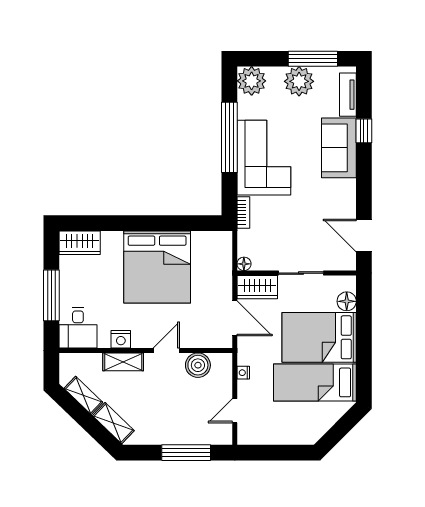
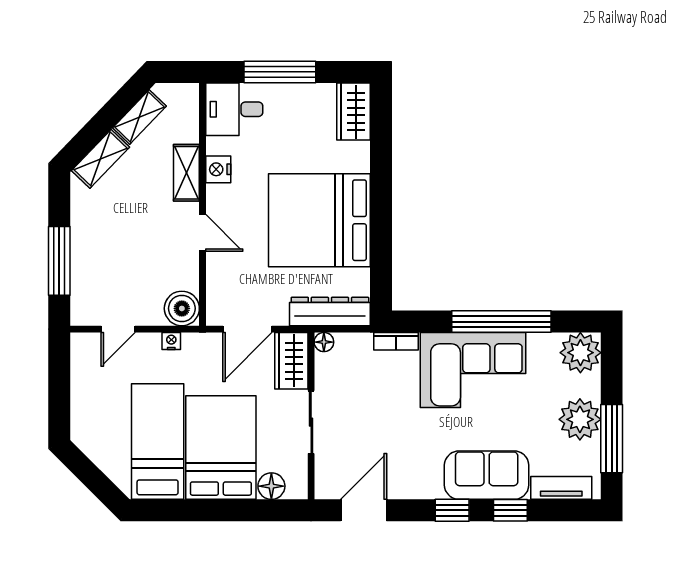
window: (364, 172) -> (452, 510), added
dresser: (222, 260) -> (330, 312), added
boiler: (198, 365) -> (182, 308), moved
door: (235, 411) -> (118, 329), swing flipped

